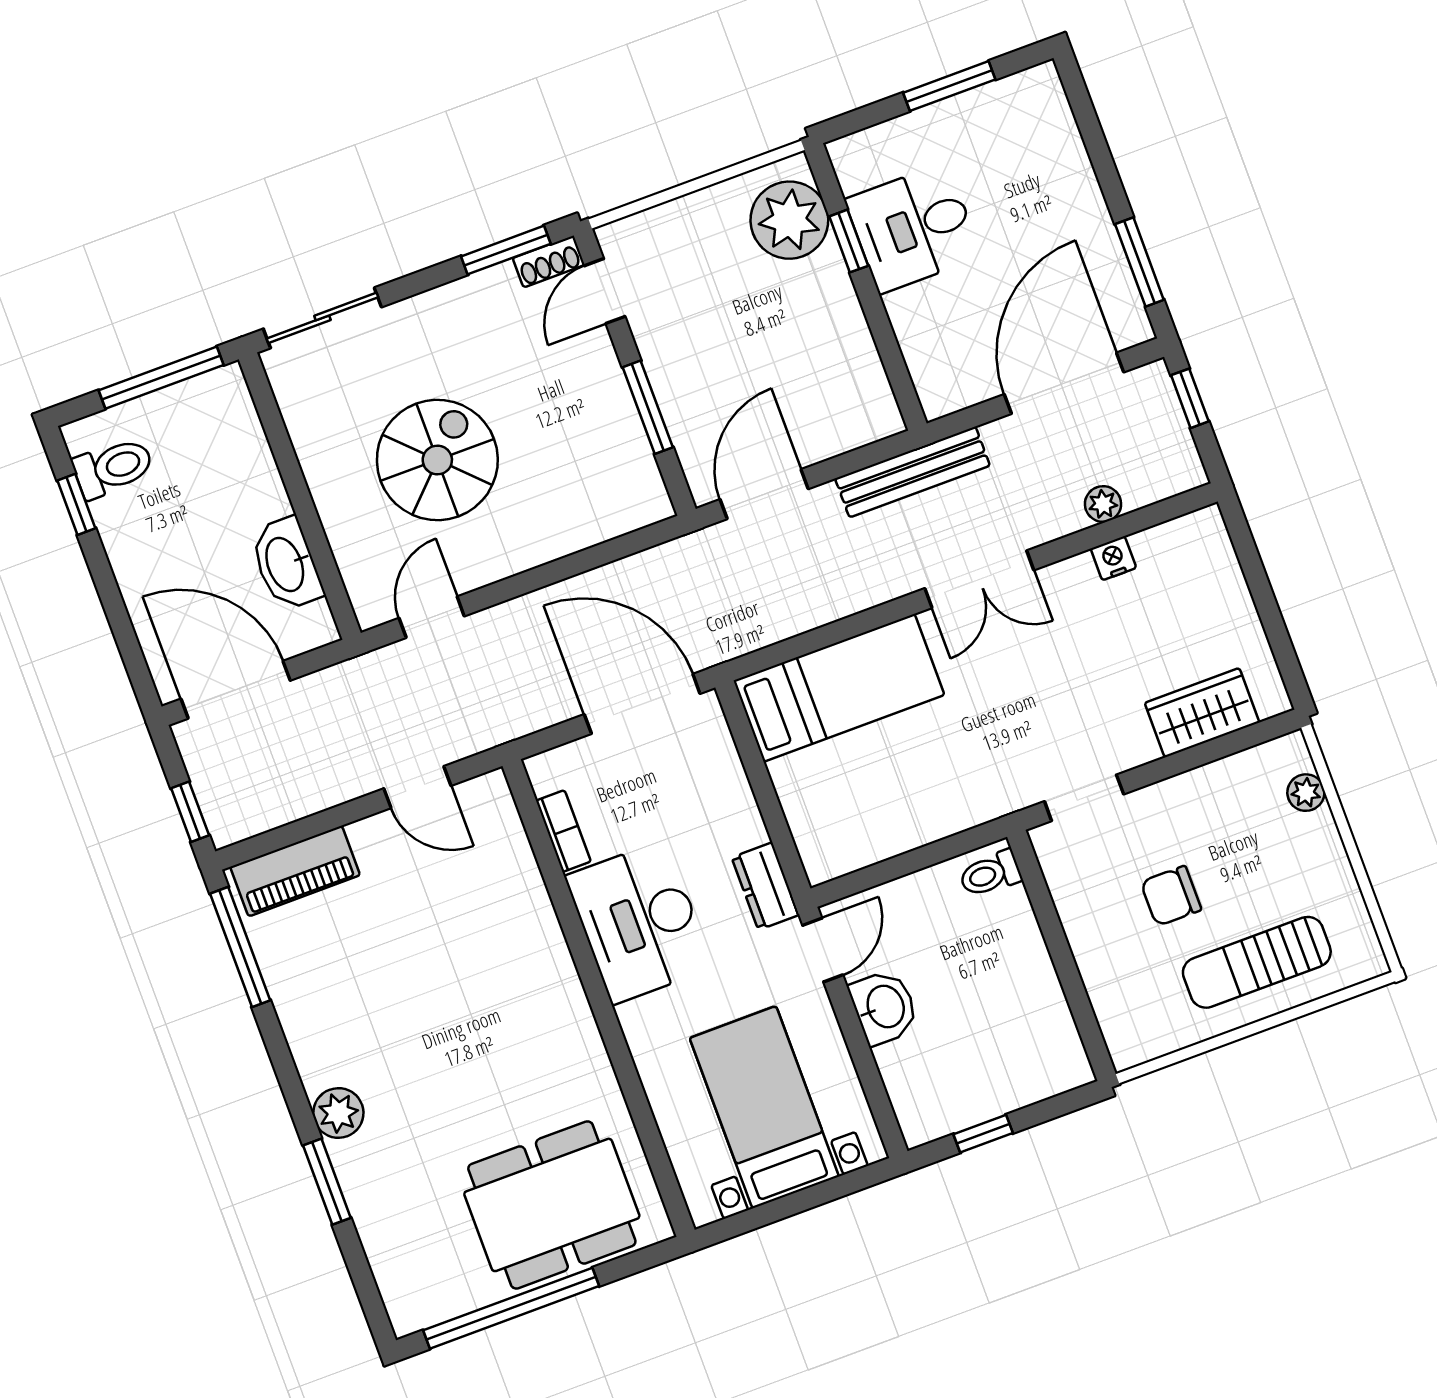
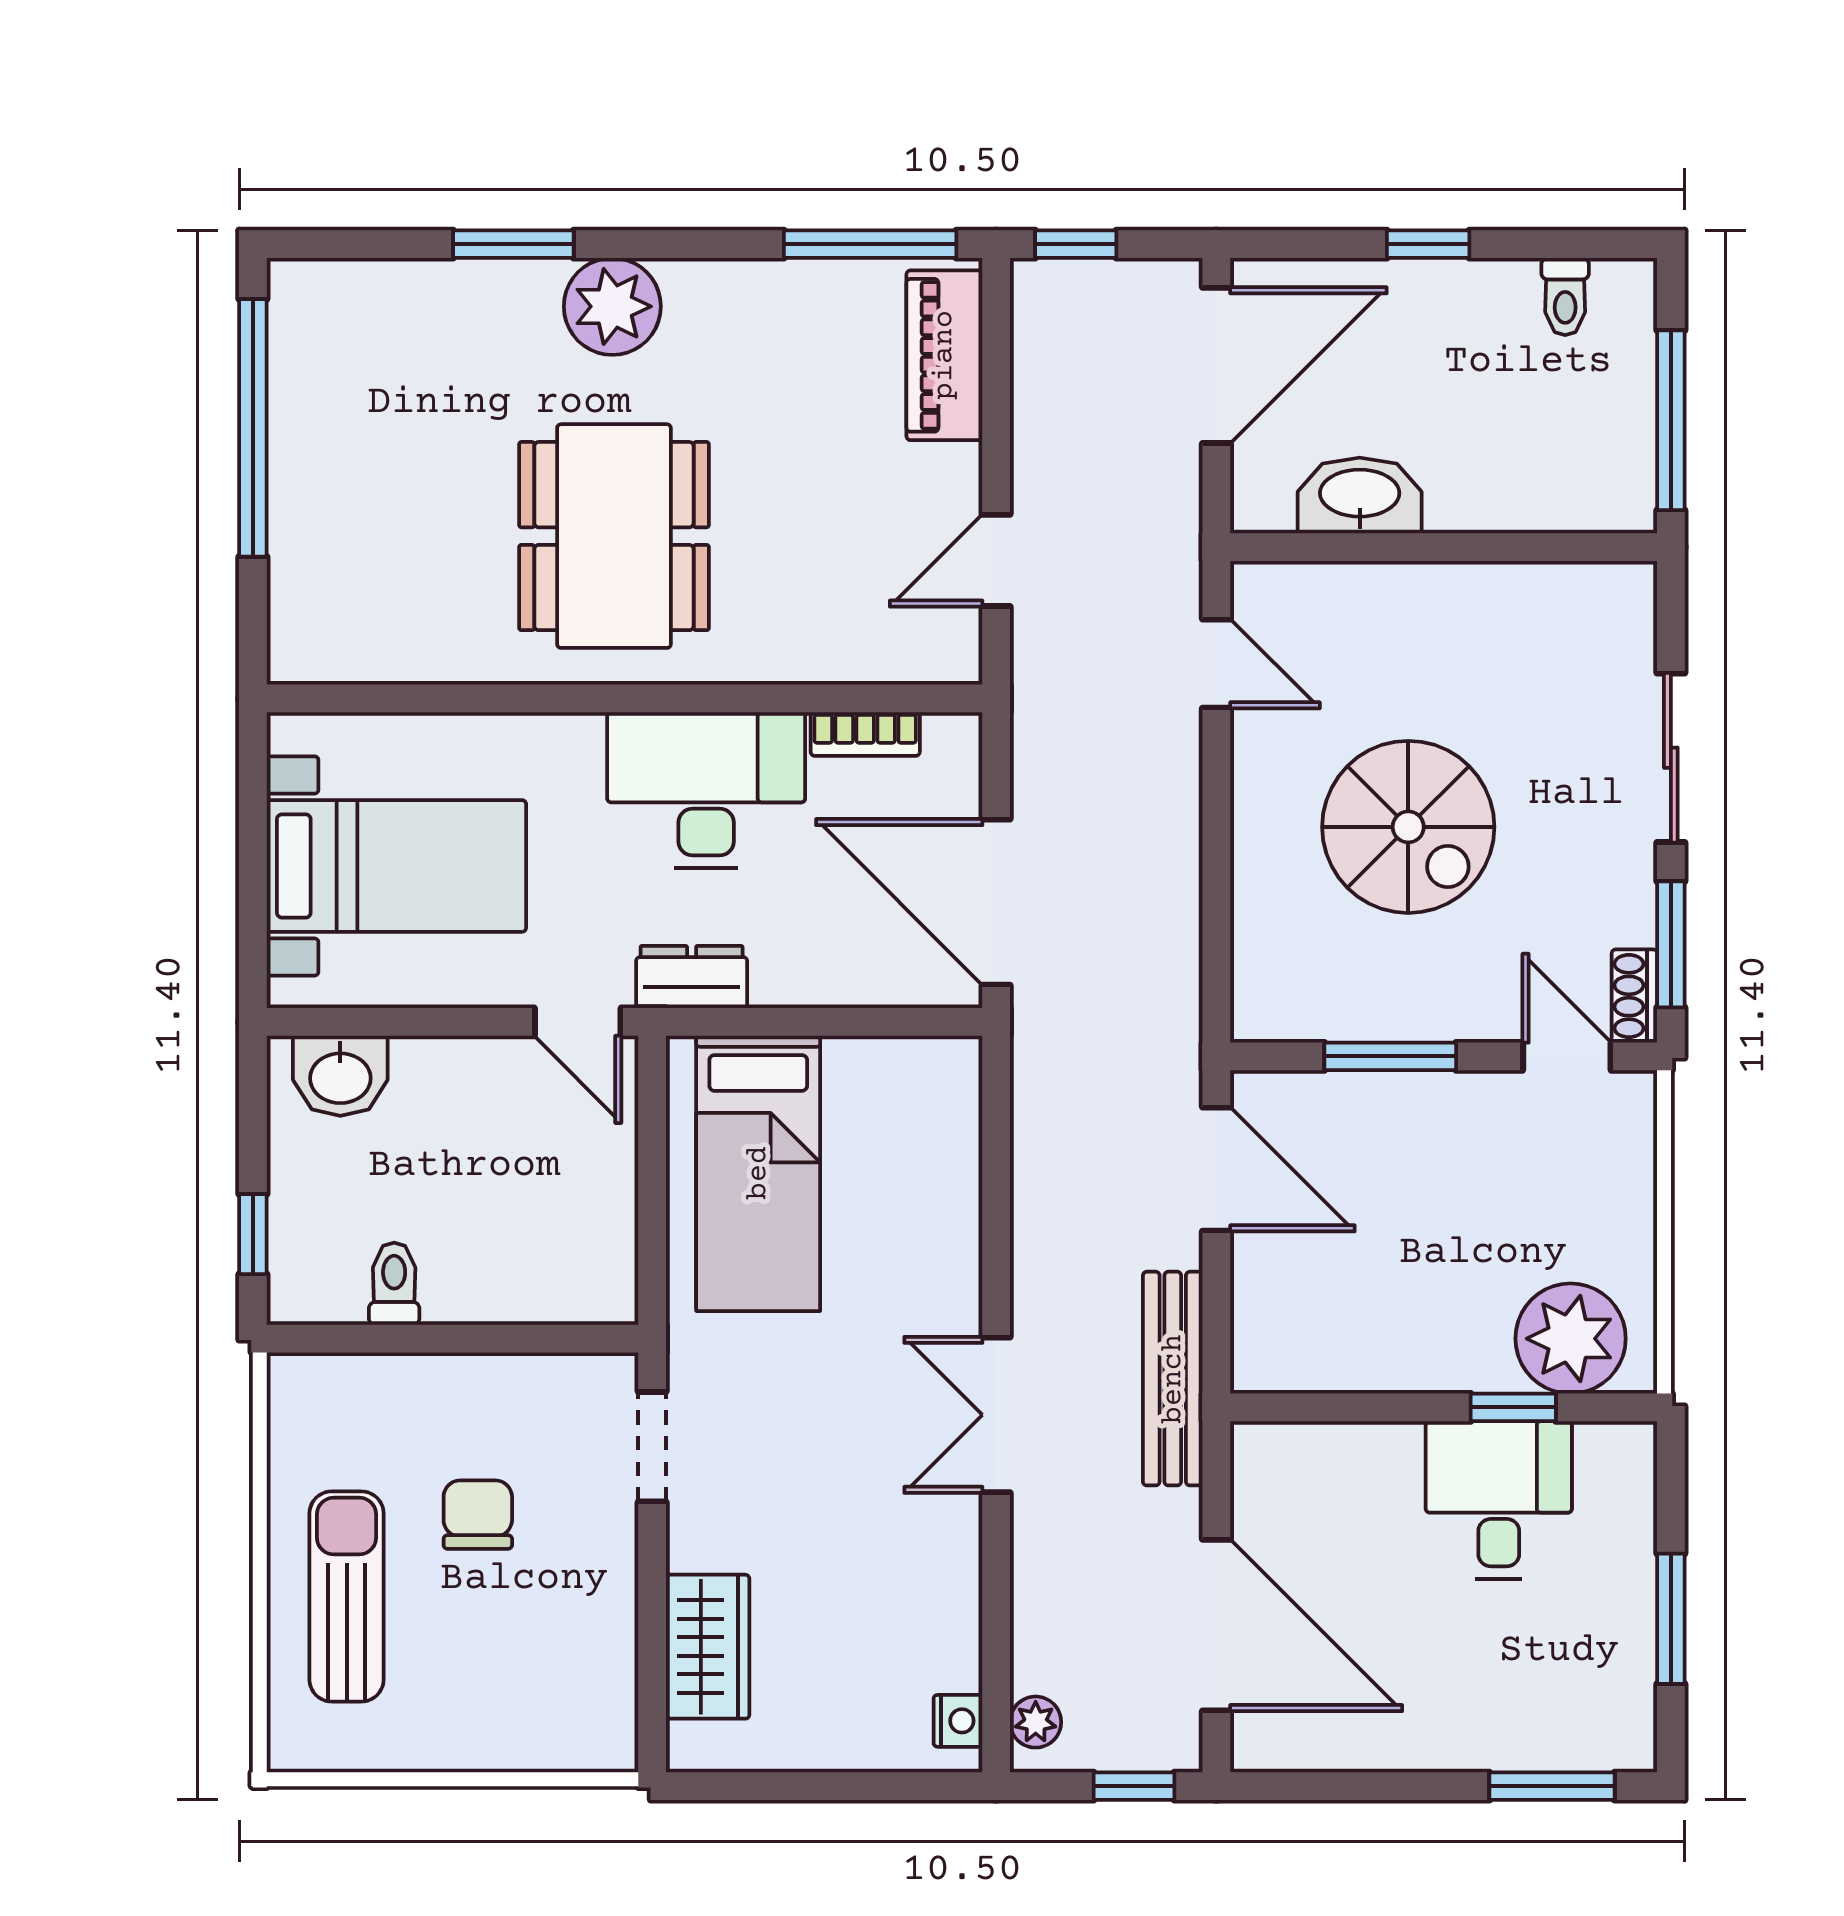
window: (1139, 262) -> (1552, 1786), moved
sliding door: (322, 318) -> (1671, 758), moved
spiral stairs: (437, 460) -> (1408, 827), moved
toilet: (113, 468) -> (1565, 297), width x0.73, depth x0.72
window: (76, 504) -> (1428, 244), moved
plant: (1103, 504) -> (1036, 1722), moved
nightstand: (1113, 558) -> (958, 1721), moved
bed: (839, 688) -> (758, 1173), moved
door: (642, 704) -> (996, 902), swing flipped
plant: (1306, 793) -> (549, 1746), removed
toilet: (990, 874) -> (394, 1284), moved
washbasin: (884, 1007) -> (340, 1076), moved
plant: (338, 1113) -> (612, 306), width x1.36, depth x1.36
window: (983, 1134) -> (253, 1234), moved
dining table: (552, 1205) -> (614, 536), moved

